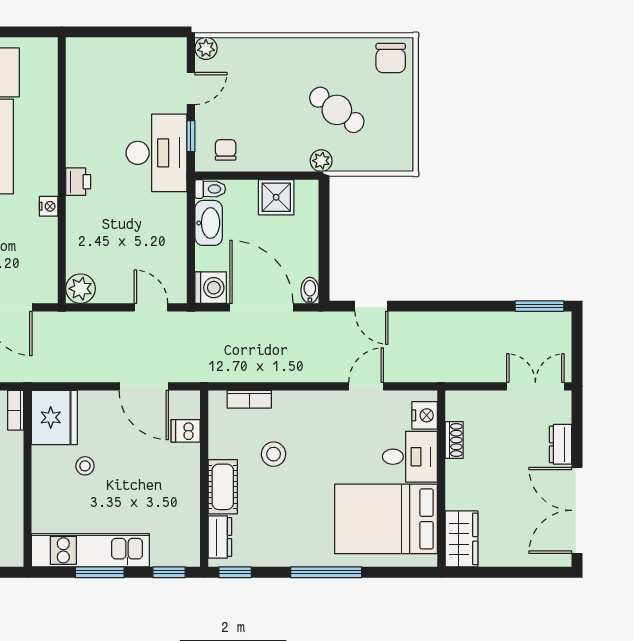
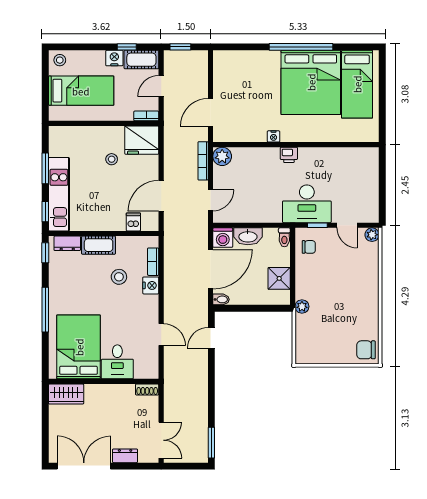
cafe table: (337, 110) -> (334, 316), removed
washbasin: (209, 223) -> (248, 236), moved
bookcase: (88, 319) -> (203, 161), added
nightstand: (425, 415) -> (151, 285), moved, turned -90
shoe rack: (454, 440) -> (147, 389), moved
kitchen unit: (90, 550) -> (59, 194), moved

